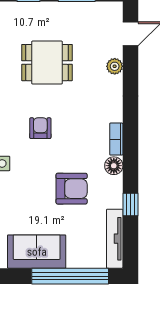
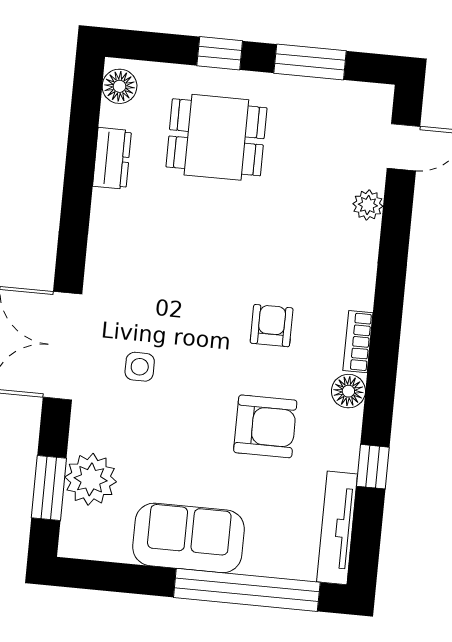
dining table: (47, 63) -> (216, 137), moved
armchair: (40, 128) -> (272, 326), moved

